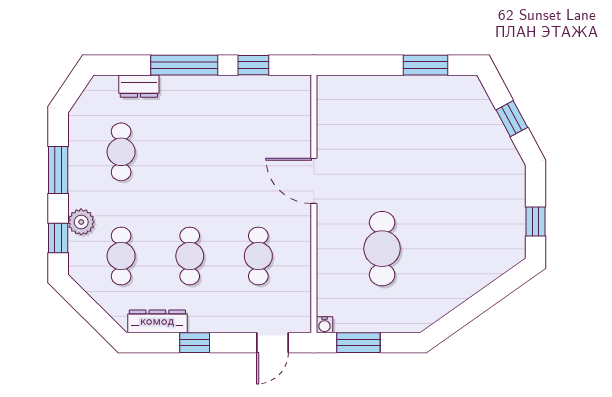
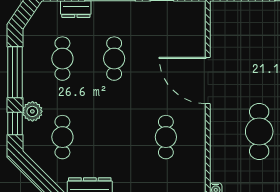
window: (58, 170) -> (15, 72), width x1.44
door: (314, 181) -> (208, 80), width x1.36
cafe table: (190, 256) -> (114, 59), moved

